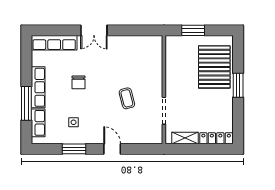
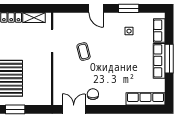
double door: (94, 30) -> (74, 109), moved
window: (193, 30) -> (15, 109), moved
chair: (79, 82) -> (93, 94), moved
window: (26, 103) -> (169, 59), moved

